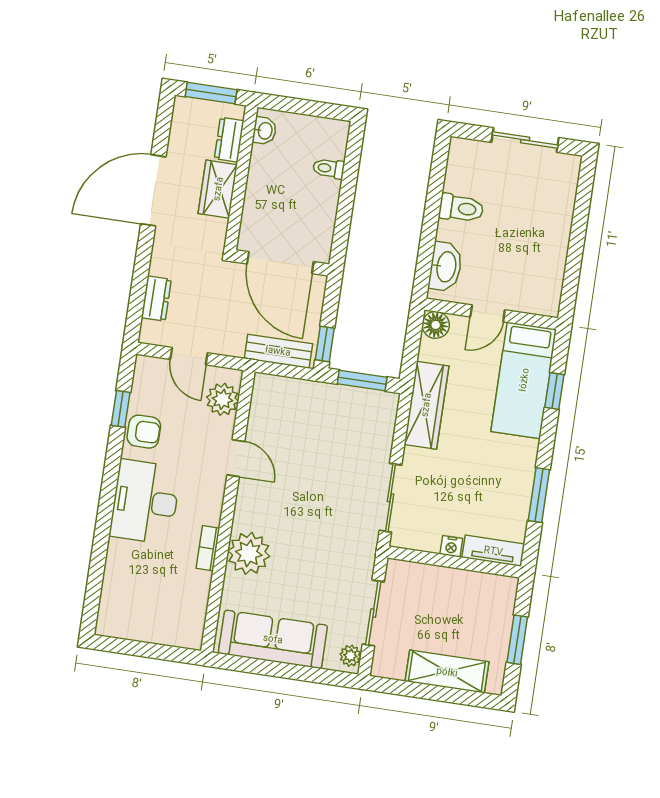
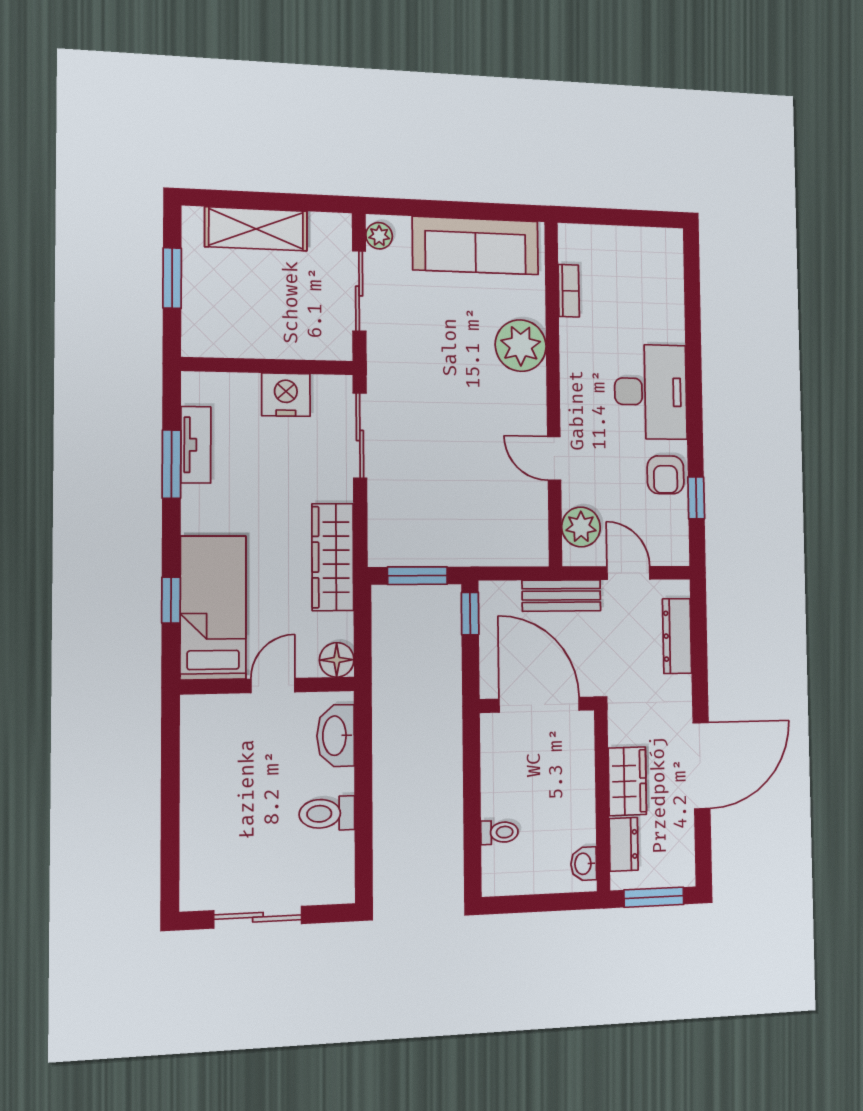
dresser: (156, 298) -> (677, 636), width x1.44
bench: (278, 351) -> (561, 596), moved
armchair: (144, 432) -> (666, 475), turned -90
nightstand: (451, 546) -> (286, 395), width x1.89, depth x1.79
bookcase: (208, 548) -> (569, 291), moved
tv unit: (493, 551) -> (196, 445), moved, turned -90

